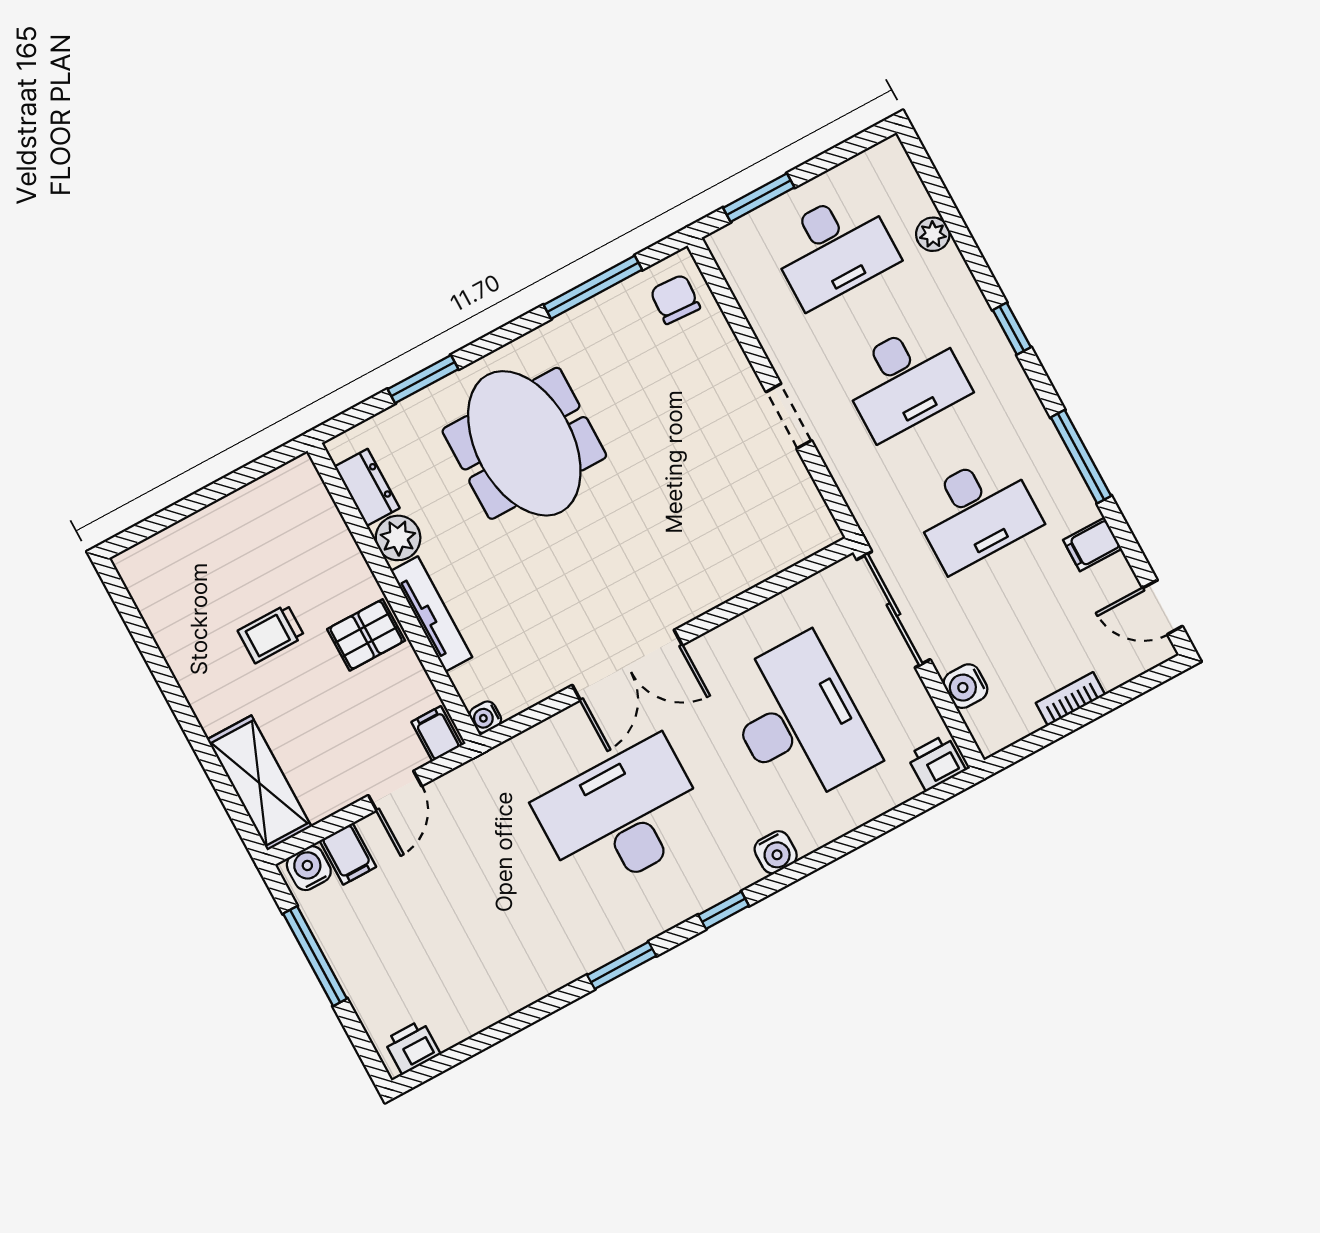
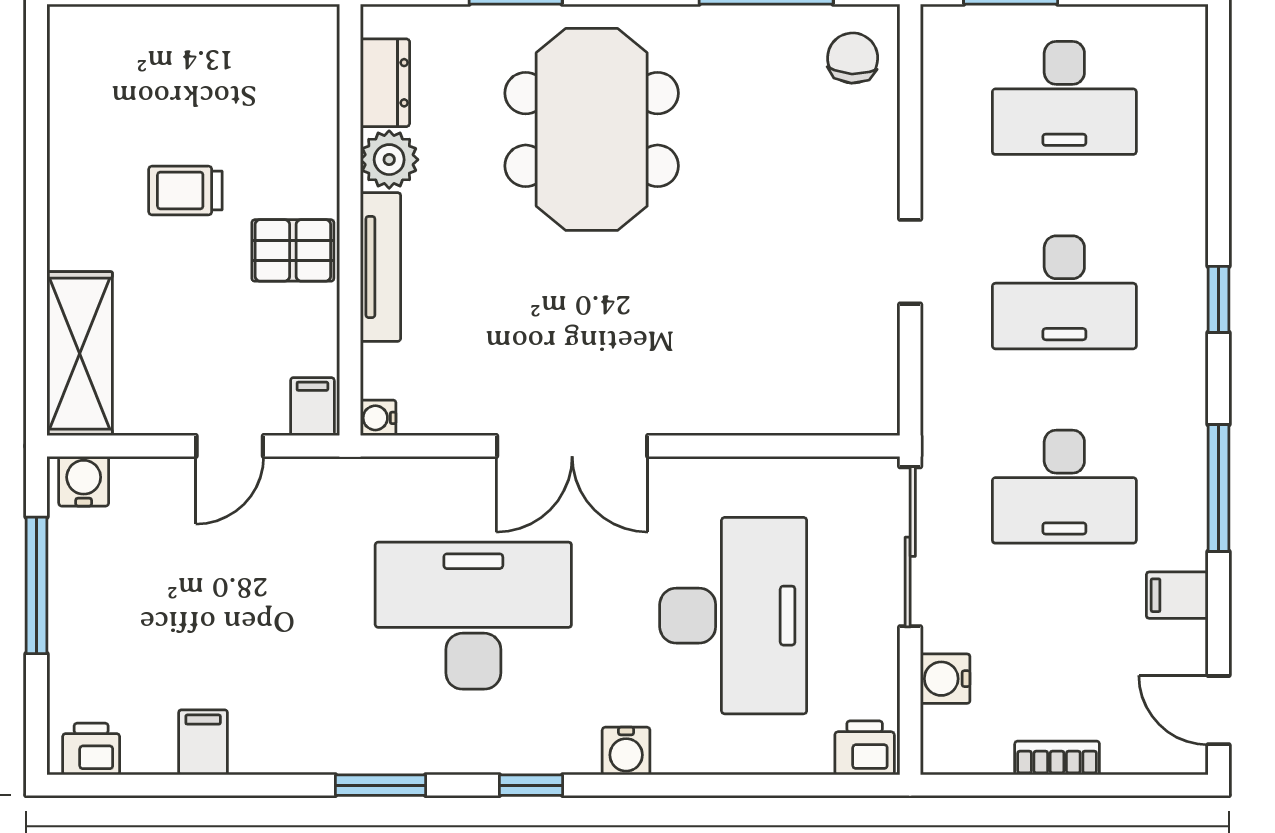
plant: (933, 234) -> (1187, 143), removed
filing cabinet: (348, 854) -> (203, 742), moved, turned 180

